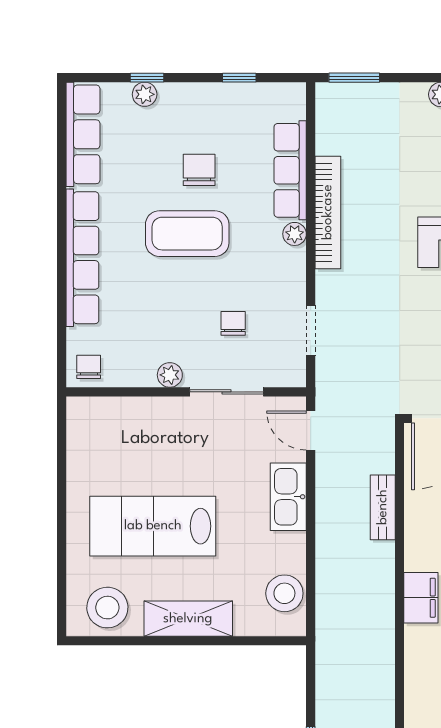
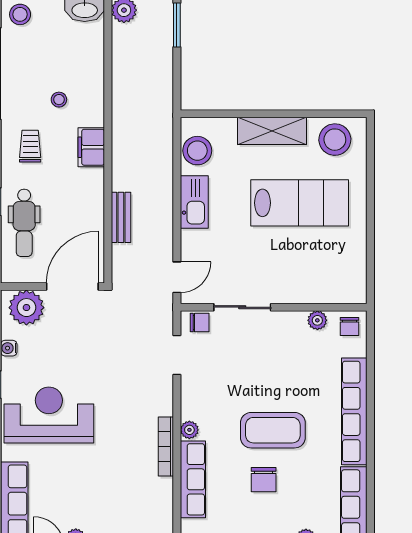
bookcase: (328, 212) -> (166, 447), width x0.68, depth x0.76
chair: (233, 323) -> (200, 323), moved, turned -90
plant: (170, 375) -> (317, 320), moved
door: (311, 430) -> (177, 277), hinge flipped
kitchen sink: (288, 497) -> (194, 202), moved

